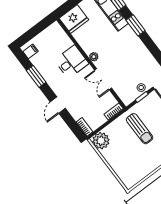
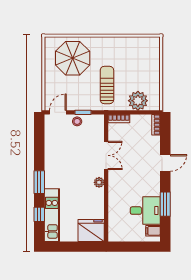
desk: (71, 62) -> (145, 211), moved, turned 180
plant: (101, 141) -> (138, 101), moved

